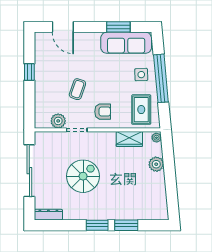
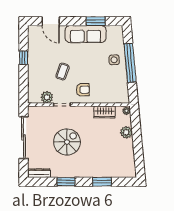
sofa: (126, 43) -> (86, 34), moved
rug: (141, 110) -> (114, 88), removed
window: (97, 225) -> (66, 182), moved

